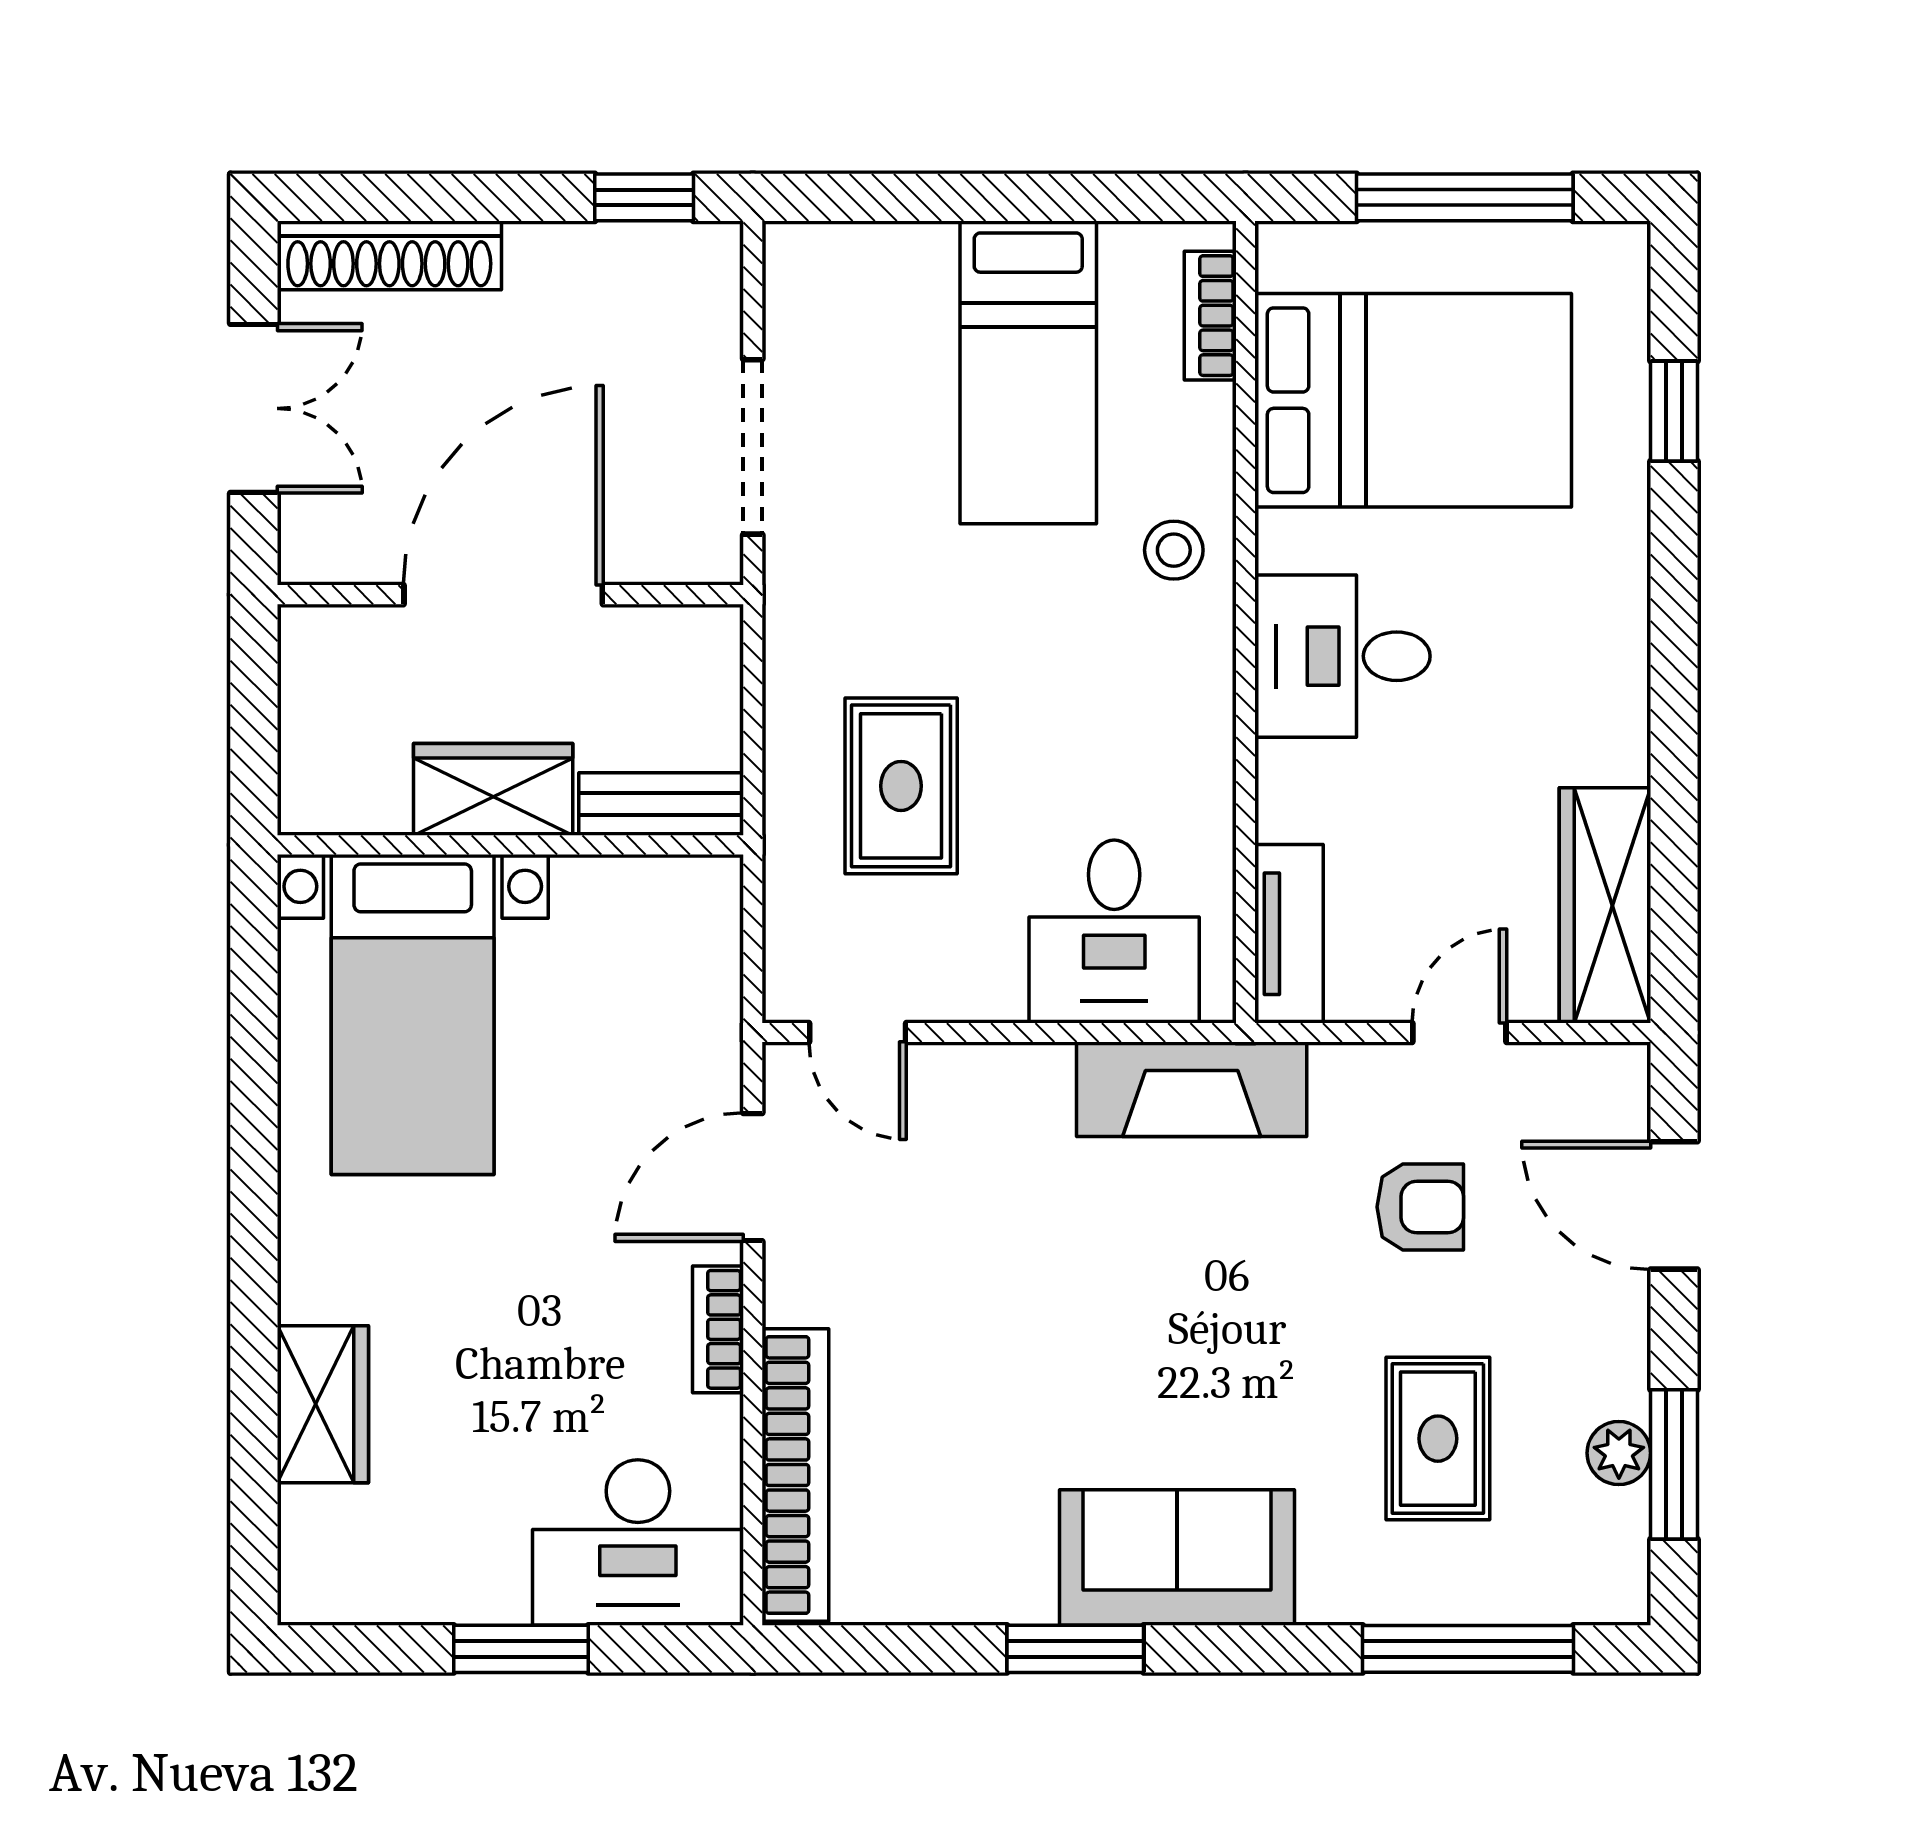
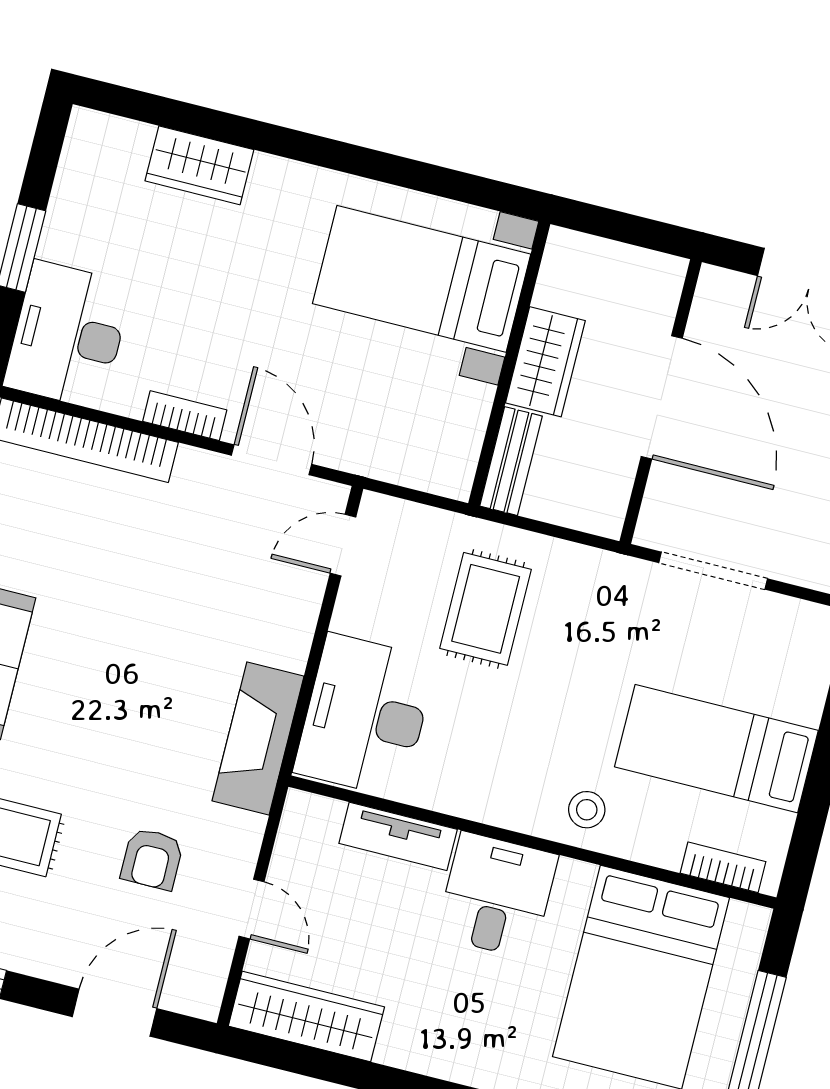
rug: (901, 786) -> (486, 609), turned 90
desk: (1114, 932) -> (365, 716), width x1.37
tv unit: (1289, 934) -> (398, 836), moved

